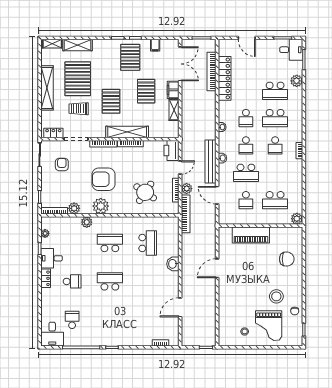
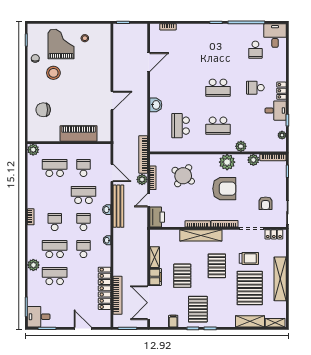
plant: (297, 81) -> (33, 265), moved

